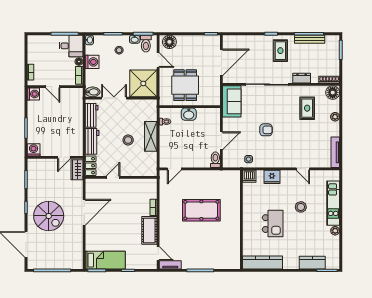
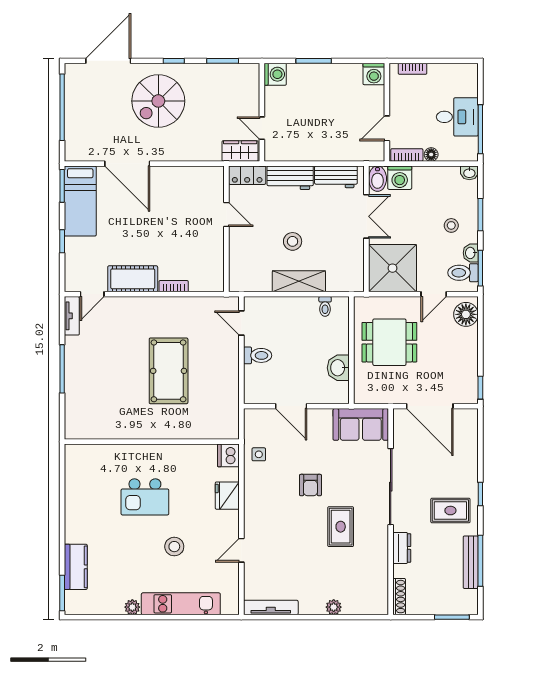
desk: (71, 46) -> (457, 117), moved, turned -90
washing machine: (92, 62) -> (400, 178), moved
door: (53, 87) -> (387, 128), moved
floor lamp: (333, 93) -> (376, 603), removed
rug: (307, 108) -> (341, 527), moved, turned 90
washbasin: (189, 114) -> (338, 368), moved
toilet: (215, 160) -> (258, 355), moved
door: (84, 212) -> (127, 164), moved
kitchen counter: (263, 262) -> (76, 479), removed

